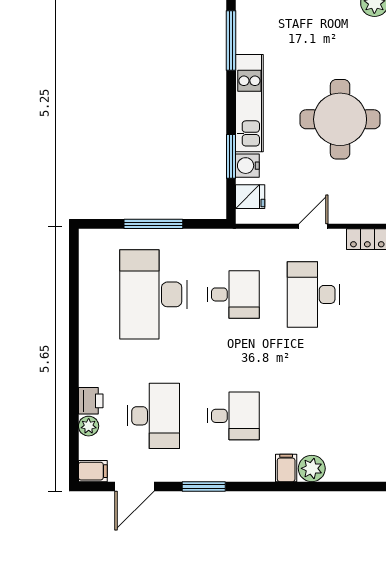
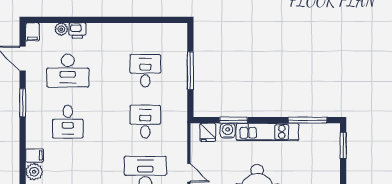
desk: (153, 294) -> (145, 71), width x0.53, depth x0.77
desk: (233, 294) -> (145, 122), turned 180

